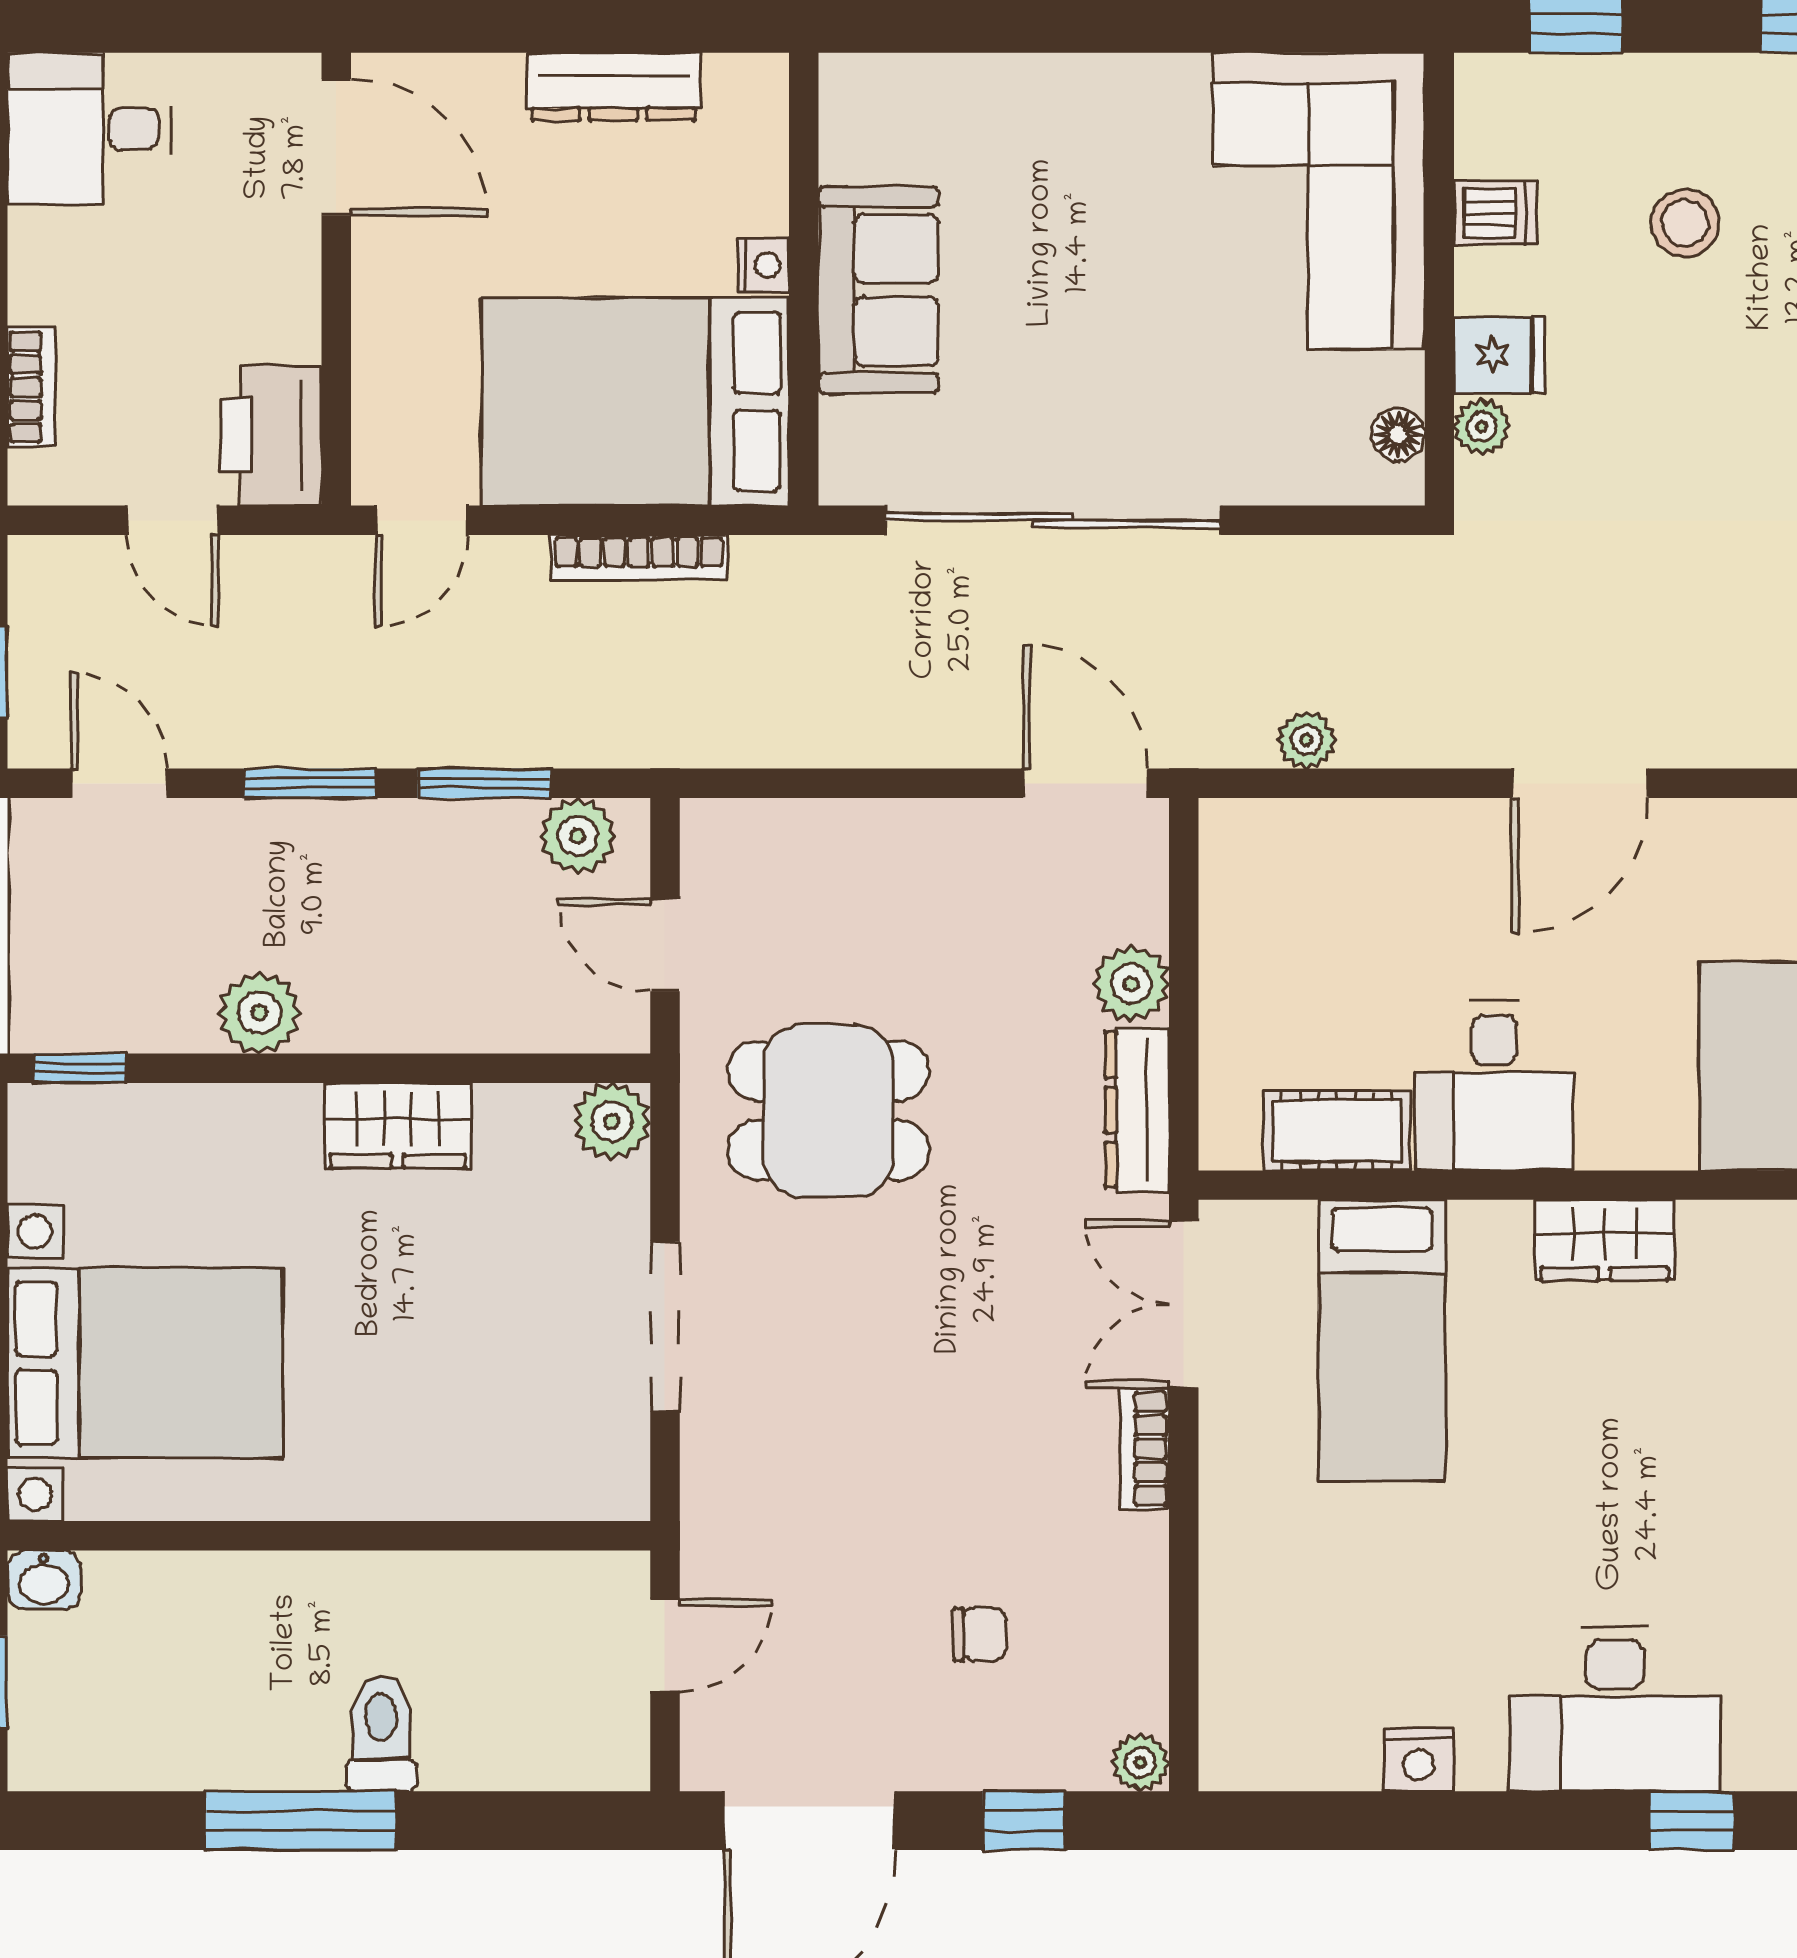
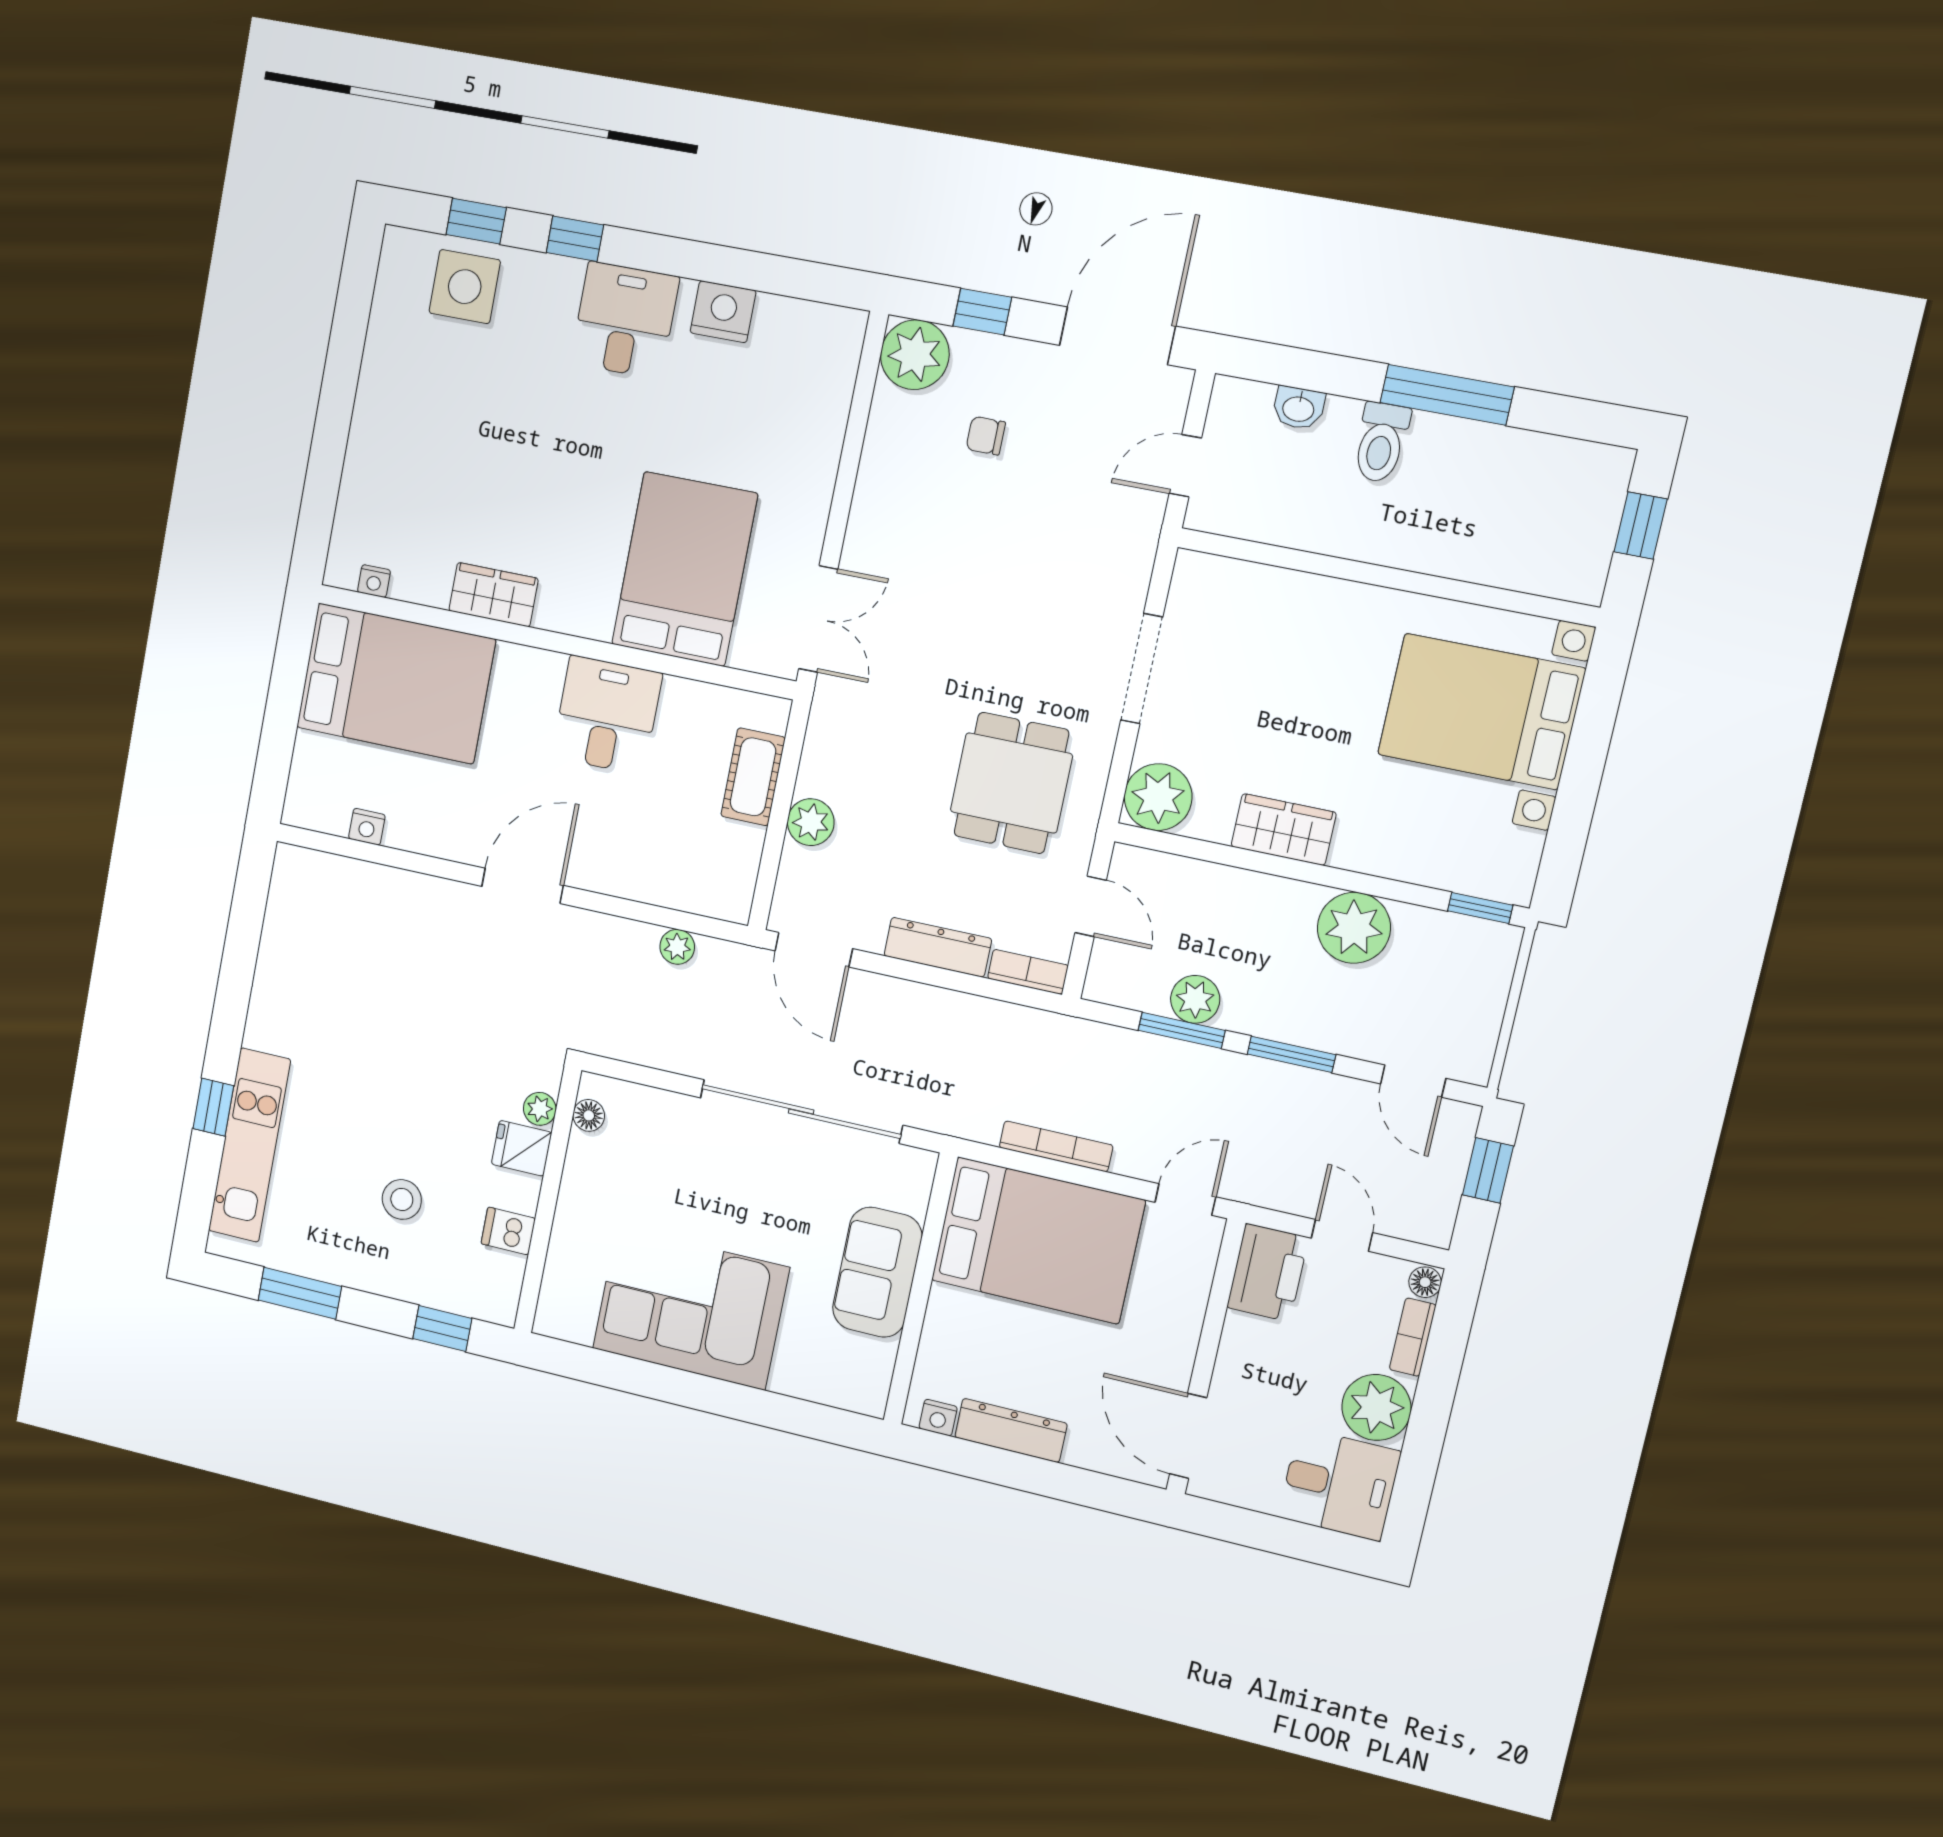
corner sofa: (1319, 201) -> (691, 1308), moved, turned -90
plant: (61, 264) -> (1376, 1407), added
nightstand: (764, 265) -> (938, 1418), moved, turned -90
floor lamp: (32, 477) -> (1425, 1282), added
plant: (578, 836) -> (1195, 999), moved
plant: (259, 1013) -> (1354, 928), width x1.36, depth x1.36
dresser: (1137, 1110) -> (938, 947), moved, turned -90
dining table: (828, 1111) -> (1011, 783), turned 90
plant: (612, 1121) -> (1158, 797), width x1.36, depth x1.36
cot: (1337, 1131) -> (753, 777), moved, turned 90
wardrobe: (1605, 1240) -> (494, 595), moved
bed: (1382, 1340) -> (684, 569), width x1.50
bookcase: (1145, 1449) -> (1028, 972), moved, turned -90
washbasin: (44, 1580) -> (1299, 408), moved, turned 180
desk: (1615, 1709) -> (625, 320), width x0.73
nightstand: (1419, 1760) -> (723, 312), width x1.36, depth x1.33
plant: (1140, 1763) -> (915, 355), width x1.88, depth x1.88

